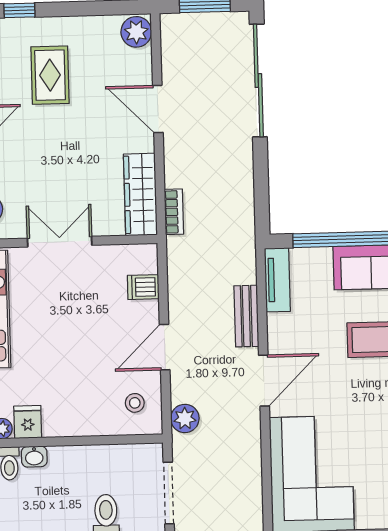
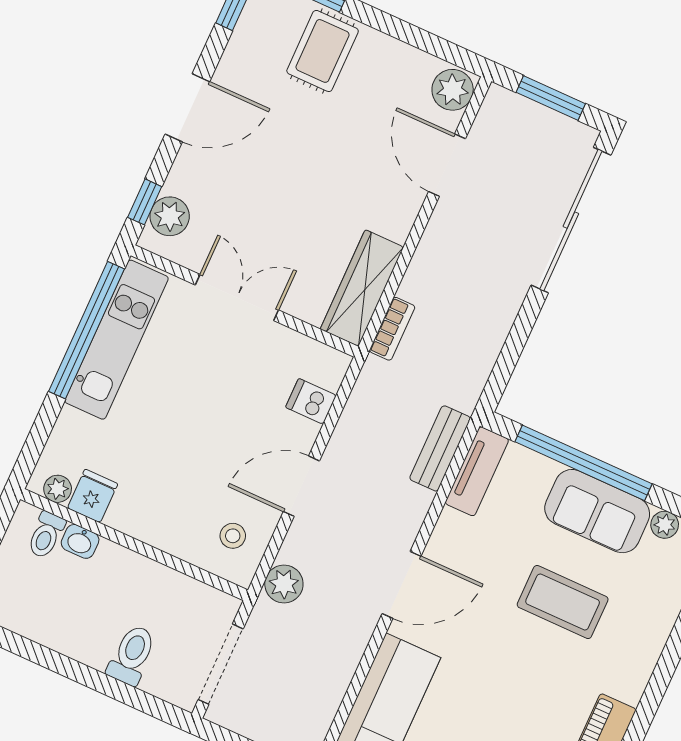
rug: (50, 75) -> (323, 51), moved
door: (158, 109) -> (447, 165), moved
bench: (246, 316) -> (440, 448), moved

